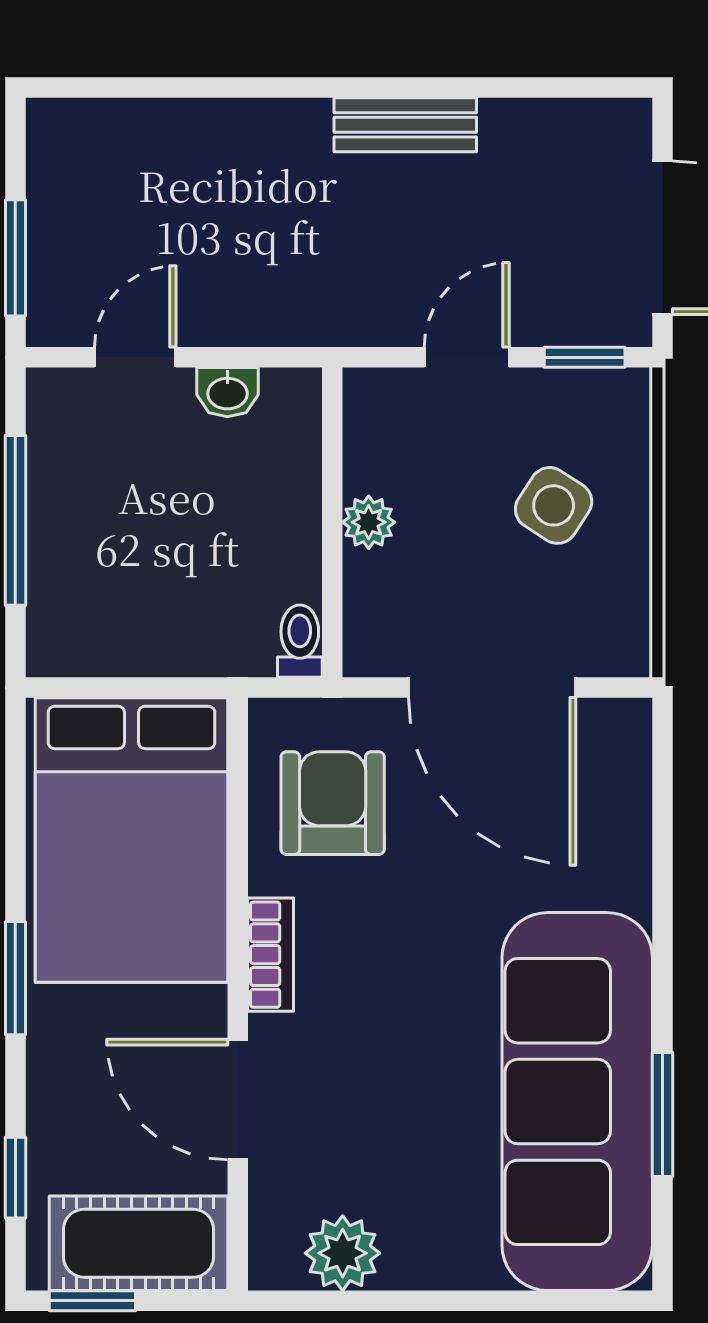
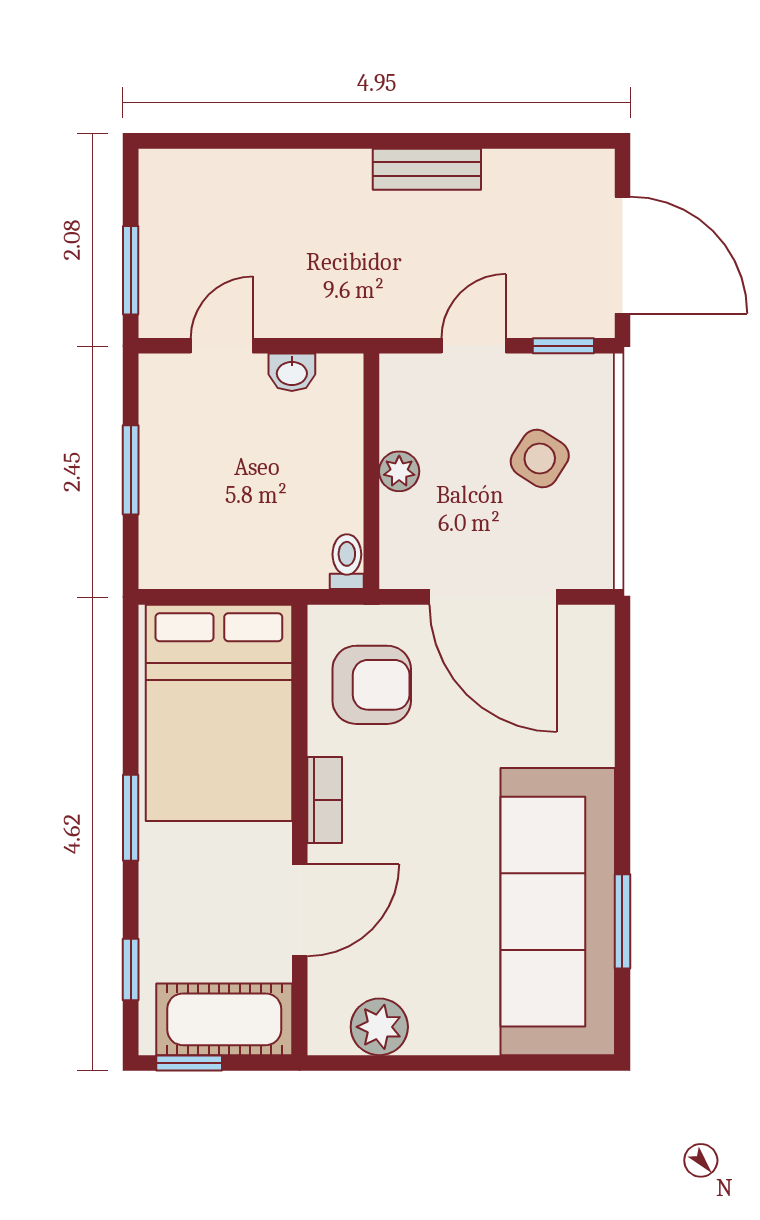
window: (15, 520) -> (131, 470), width x0.69
armchair: (333, 803) -> (372, 685), turned 90
door: (238, 1100) -> (300, 910), swing flipped

